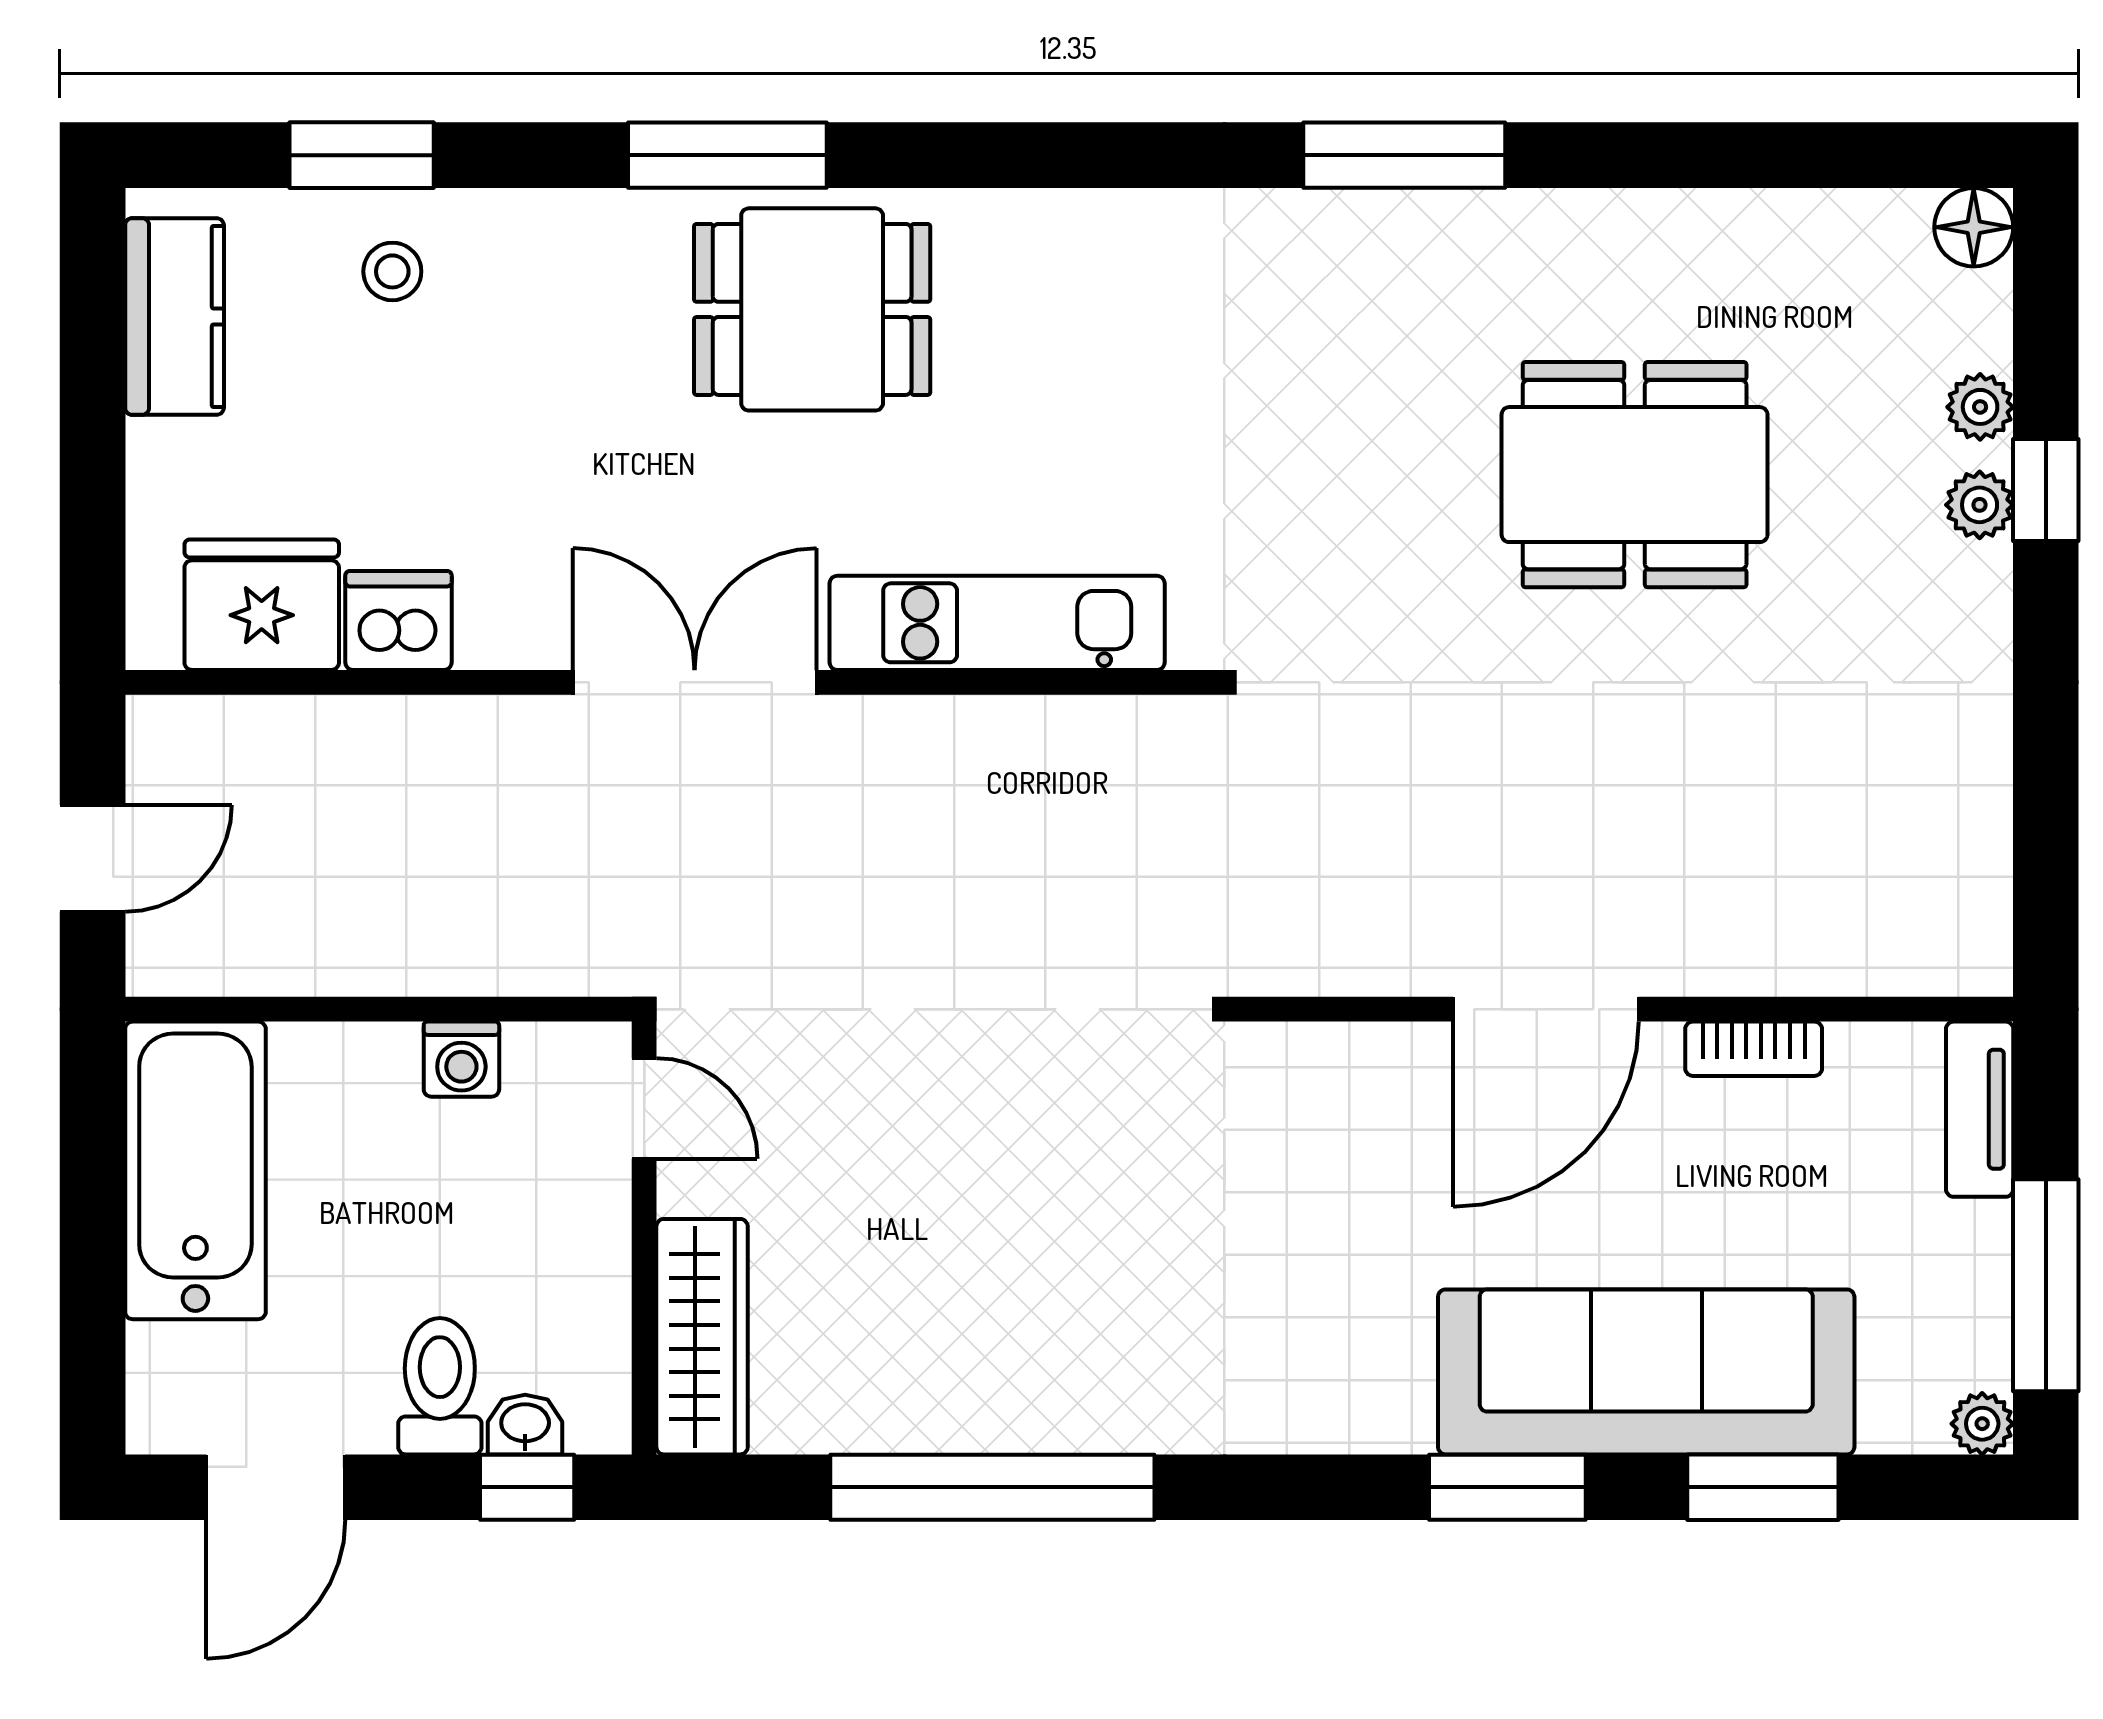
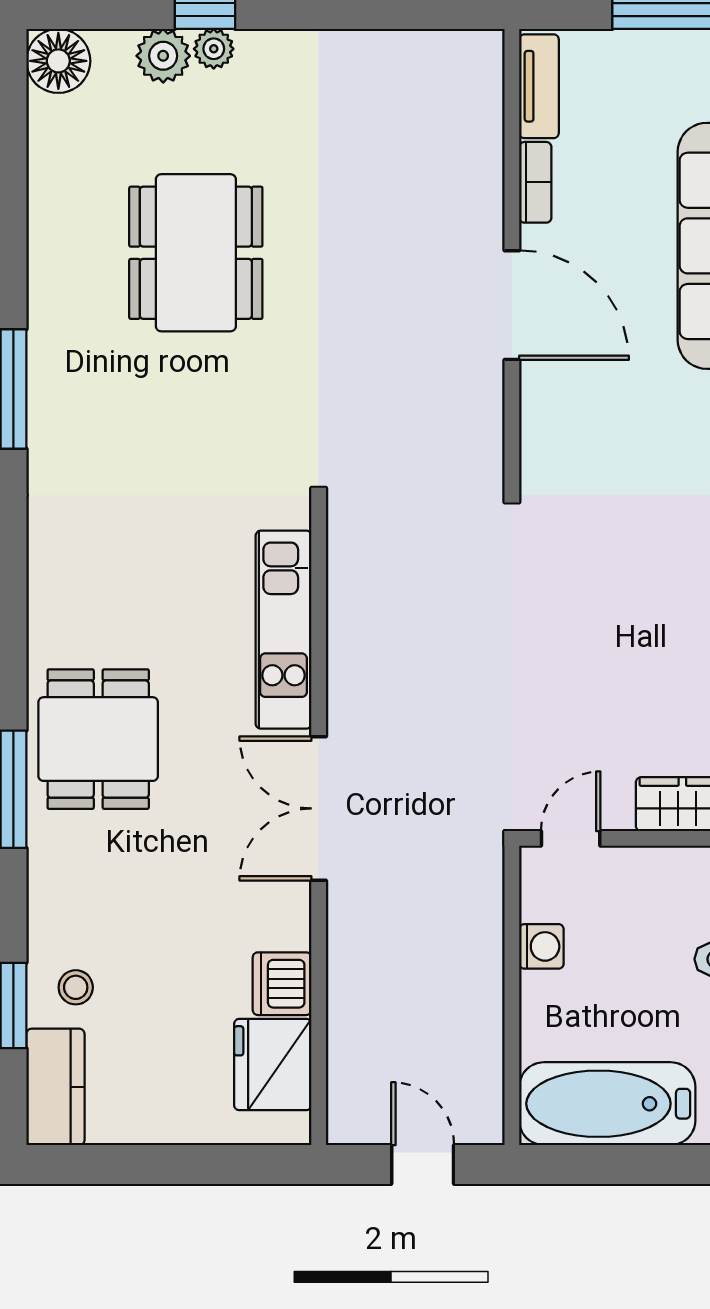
floor lamp: (1974, 227) -> (58, 61), width x1.38, depth x1.38
kitchen counter: (175, 317) -> (55, 1087), moved, turned 90
plant: (1980, 407) -> (163, 56), width x1.38, depth x1.38
tv unit: (1980, 1109) -> (539, 86), moved, turned -90

